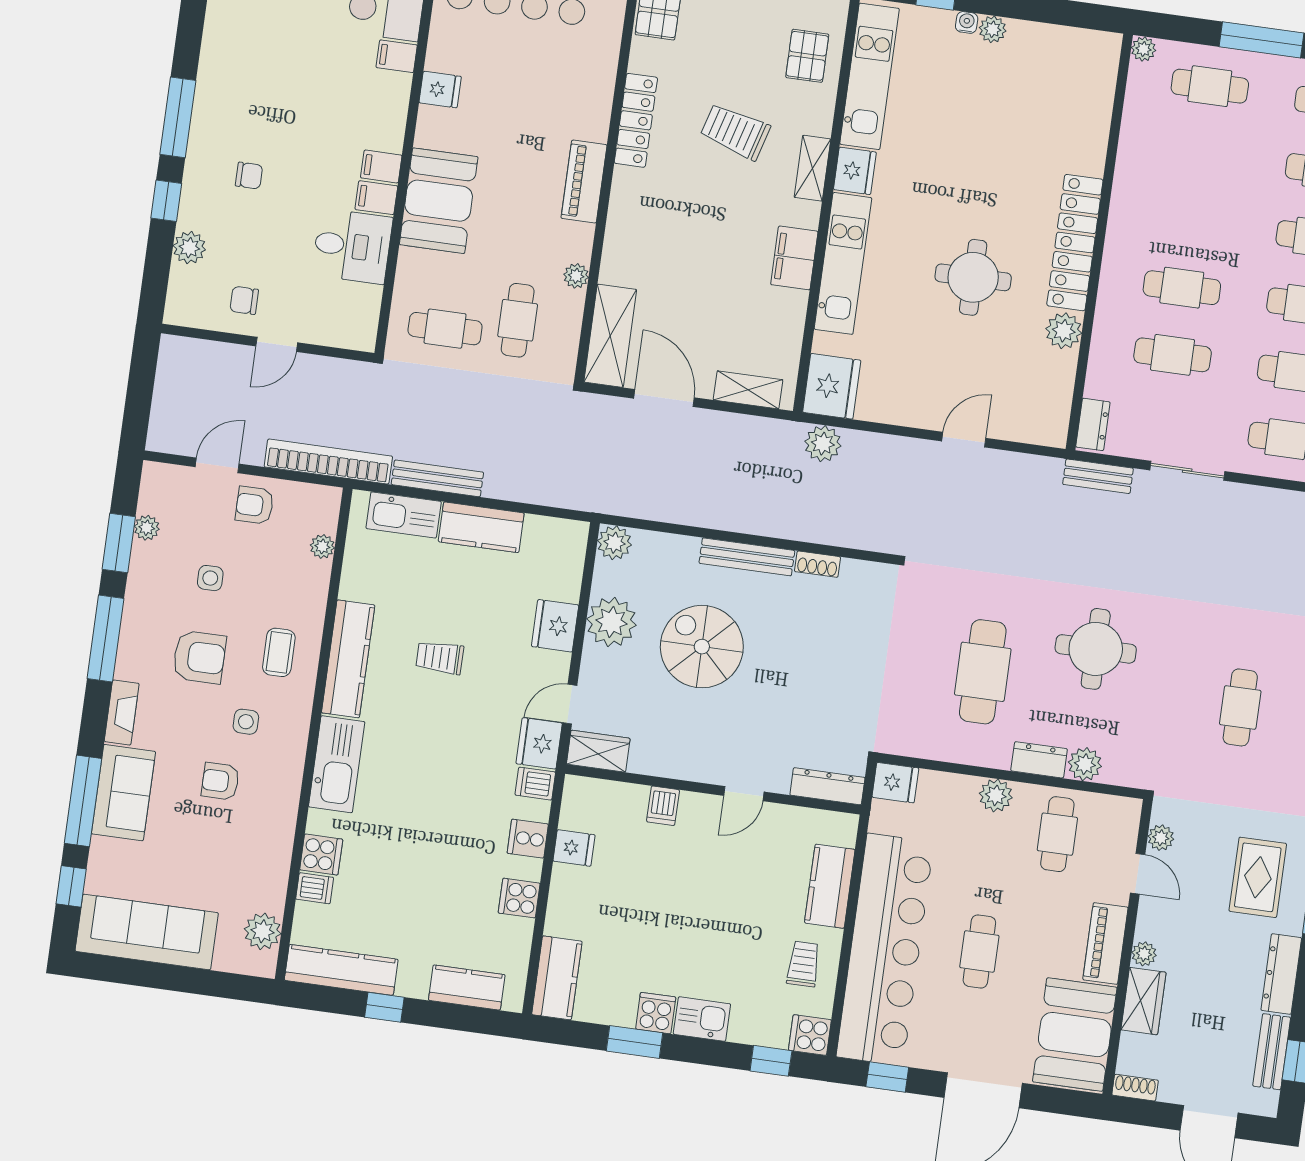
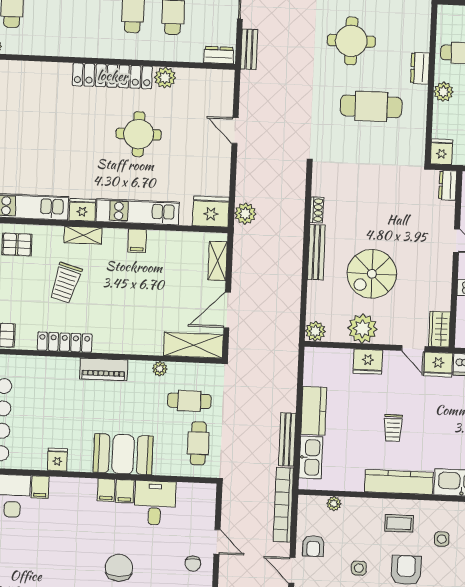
chair: (249, 176) -> (119, 568), width x1.87, depth x1.87
filing cabinet: (794, 258) -> (137, 241), width x0.50
plant: (1085, 764) -> (420, 41), removed
dresser: (827, 786) -> (448, 185), width x0.70

